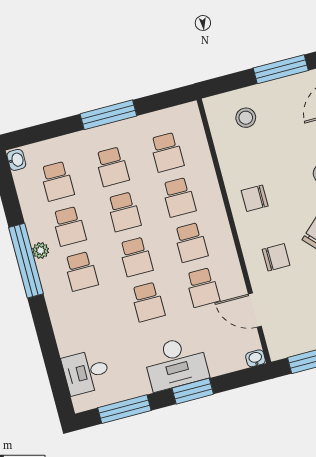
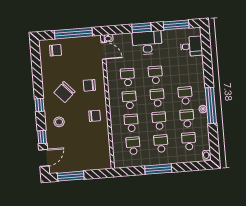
stool: (246, 118) -> (92, 156), removed
door: (255, 310) -> (103, 51), moved

